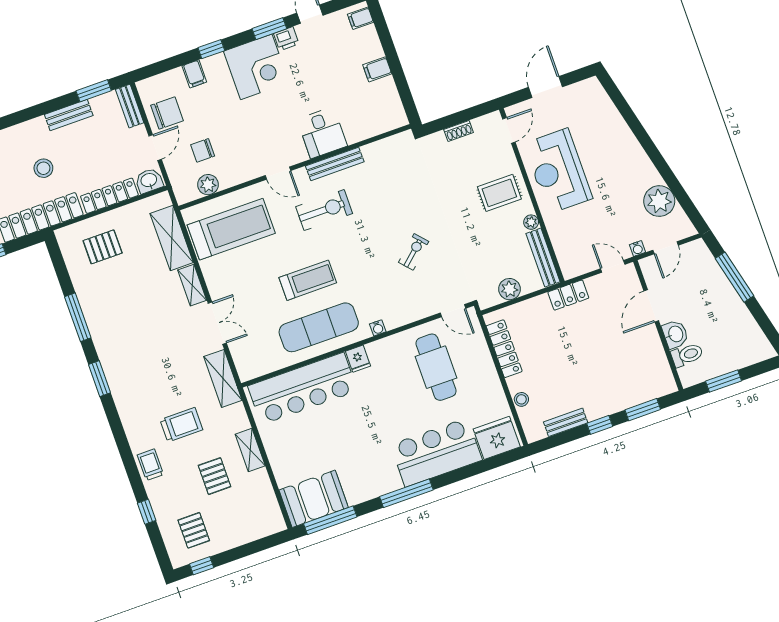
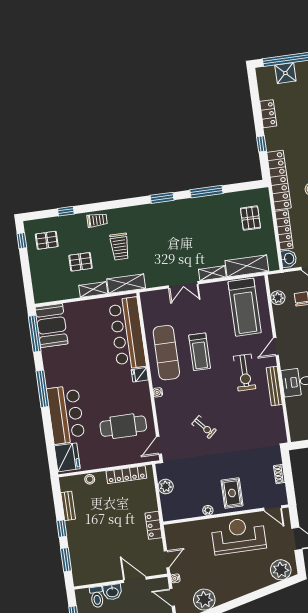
plant: (595, 101) -> (281, 570), added
bench: (543, 258) -> (182, 513), removed
shelving: (223, 378) -> (126, 284), moved

